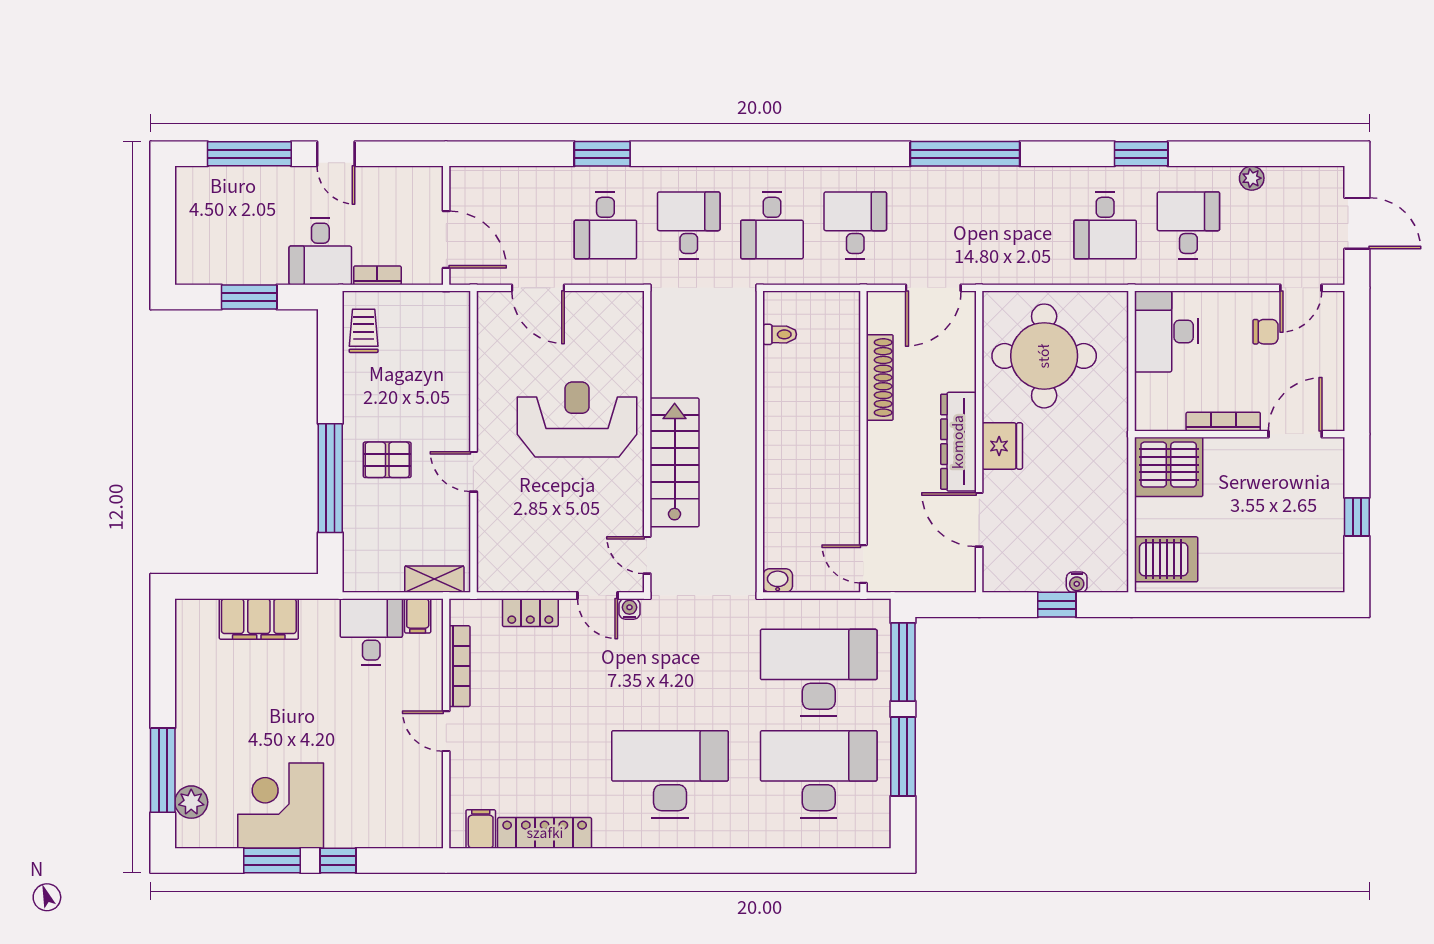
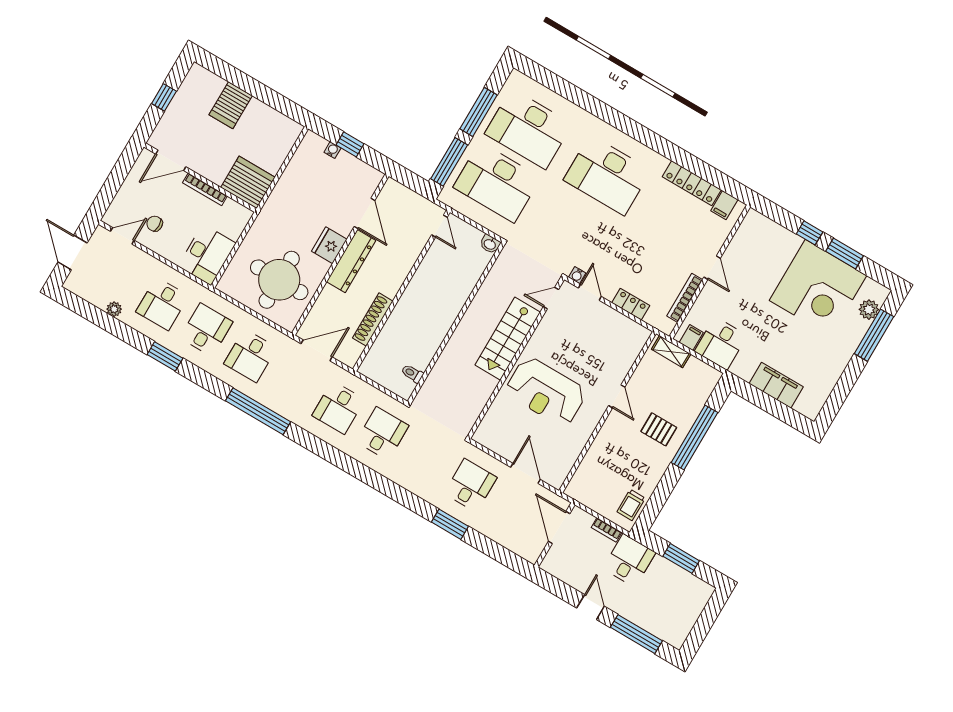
desk: (689, 225) -> (250, 356), moved
door: (647, 555) -> (551, 298), swing flipped
server rack: (1166, 559) -> (231, 105), moved, turned -90
corner desk: (281, 806) -> (818, 288), width x1.36, depth x1.36

